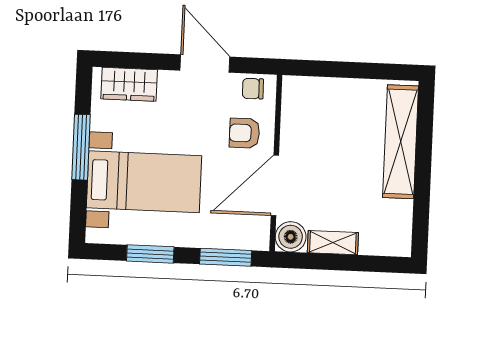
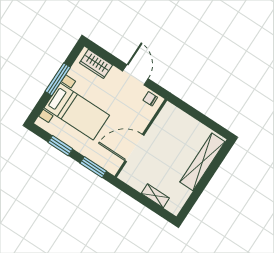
armchair: (244, 133) -> (135, 116), removed
boiler: (291, 237) -> (128, 175), removed
shelving: (333, 243) -> (155, 196), moved

